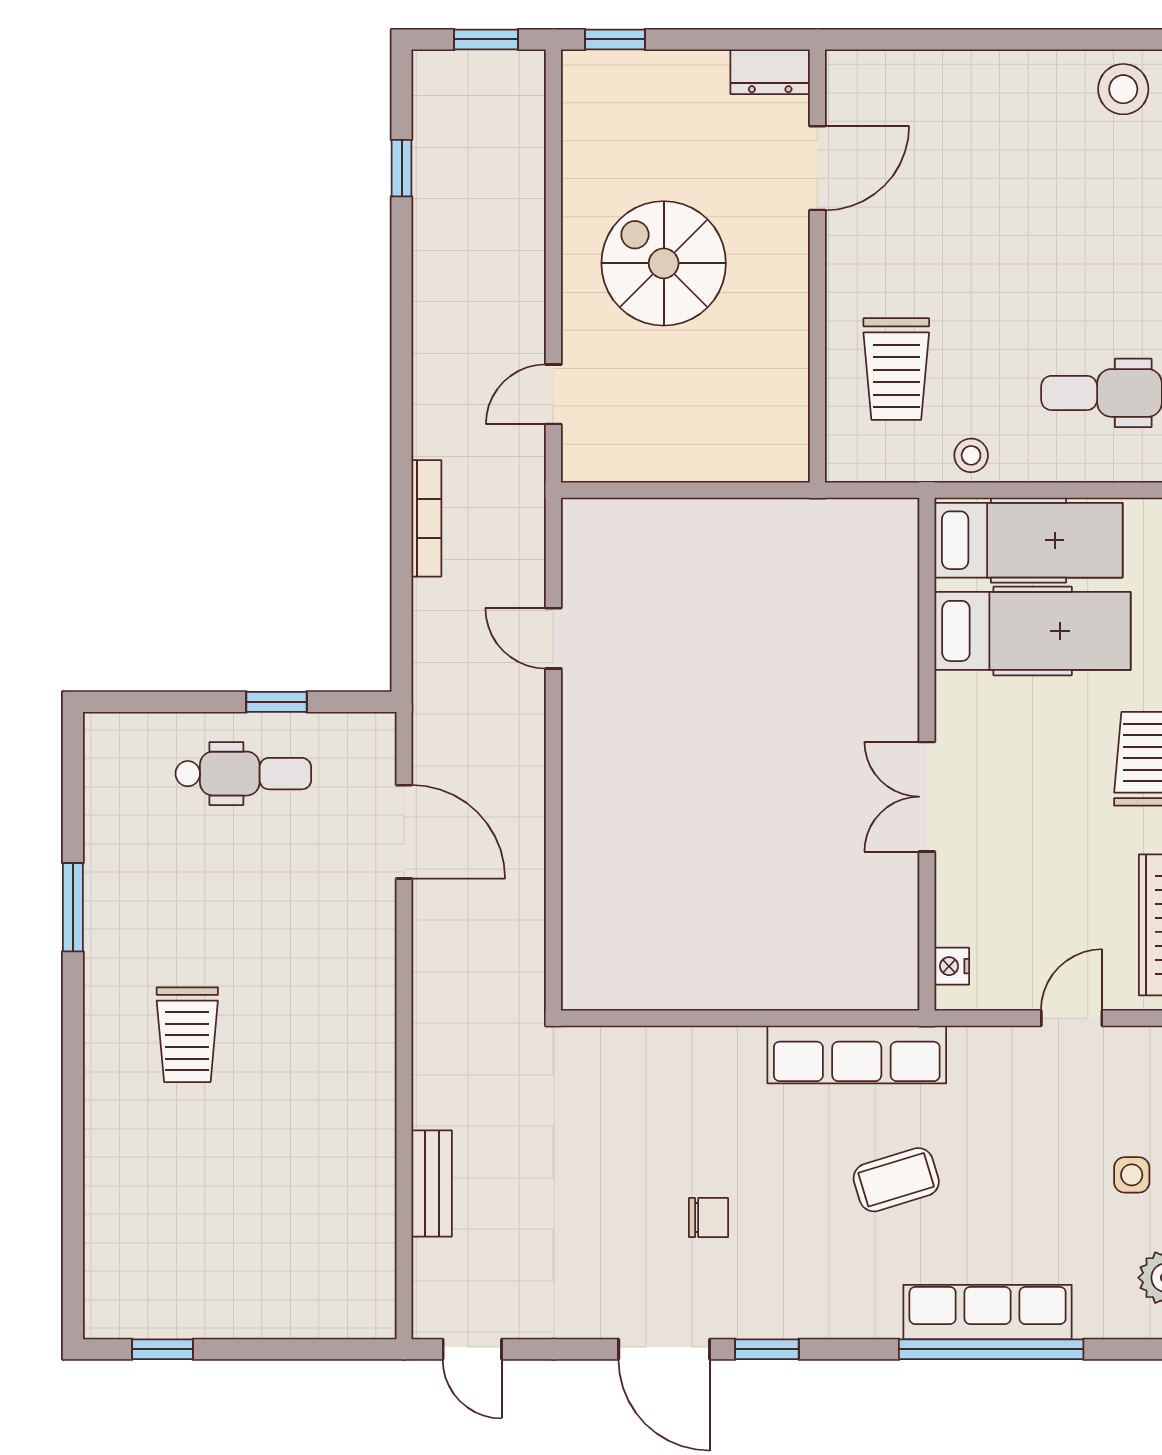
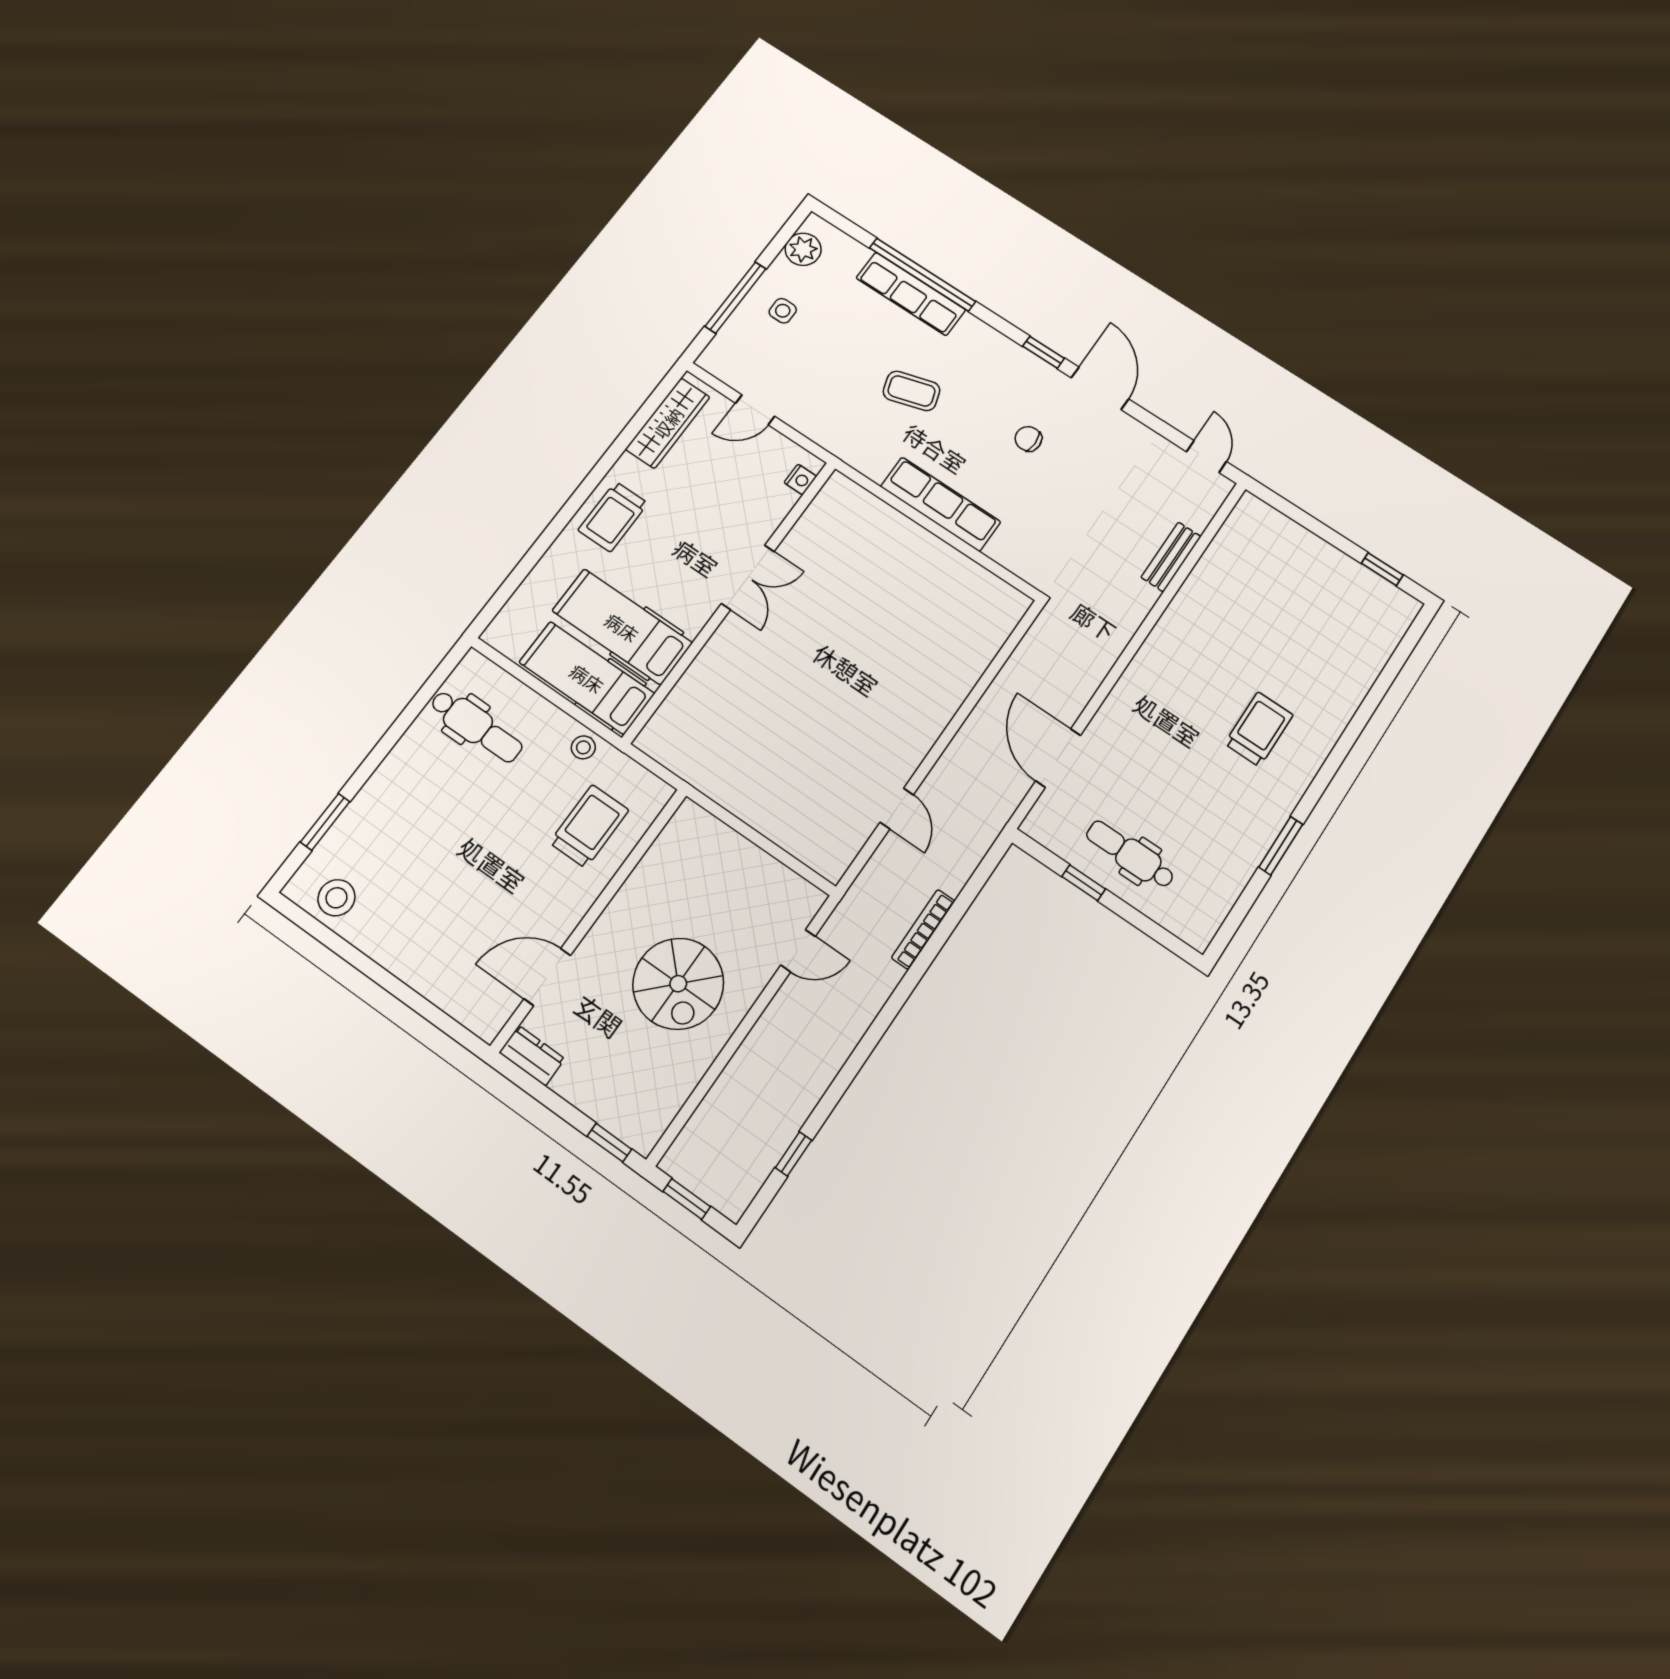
row of seats: (857, 1054) -> (940, 504), moved

